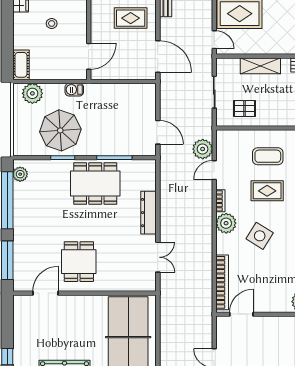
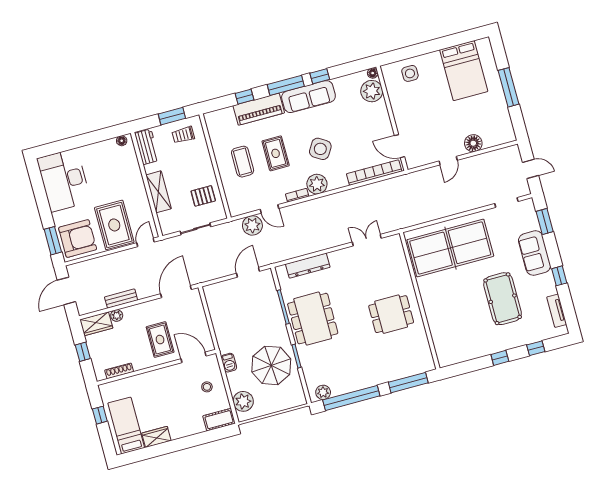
rug: (131, 18) -> (160, 340), moved
stool: (52, 23) -> (207, 387), moved
pallet: (245, 109) -> (203, 196), turned 90
dresser: (148, 213) -> (308, 266), moved
door: (45, 293) -> (430, 338), removed

